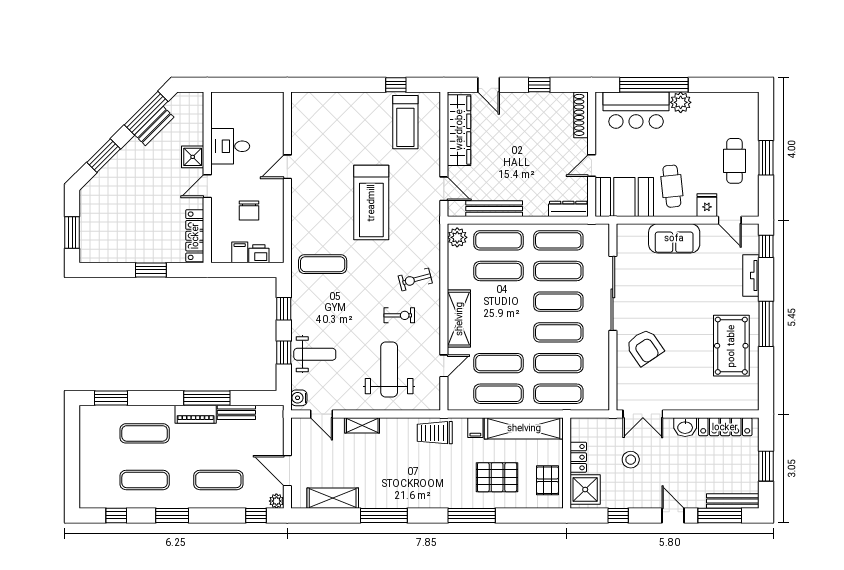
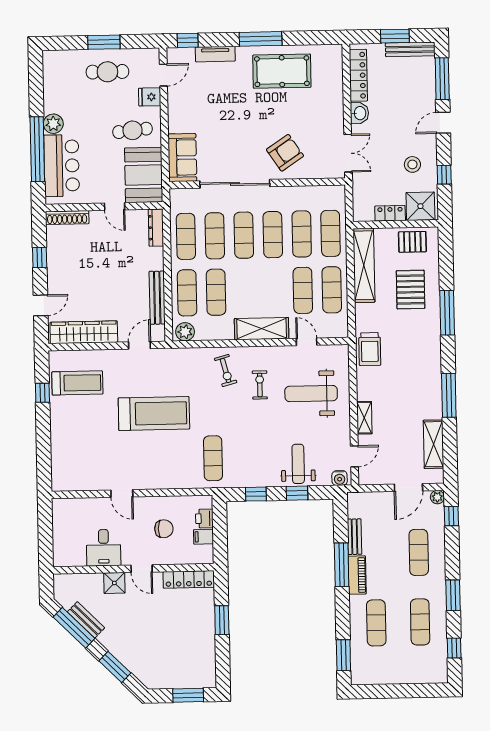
sofa: (674, 238) -> (182, 158), moved
filing cabinet: (475, 428) -> (364, 311), removed
stool: (631, 460) -> (412, 164), moved
bench: (733, 501) -> (410, 49), moved, turned 90

